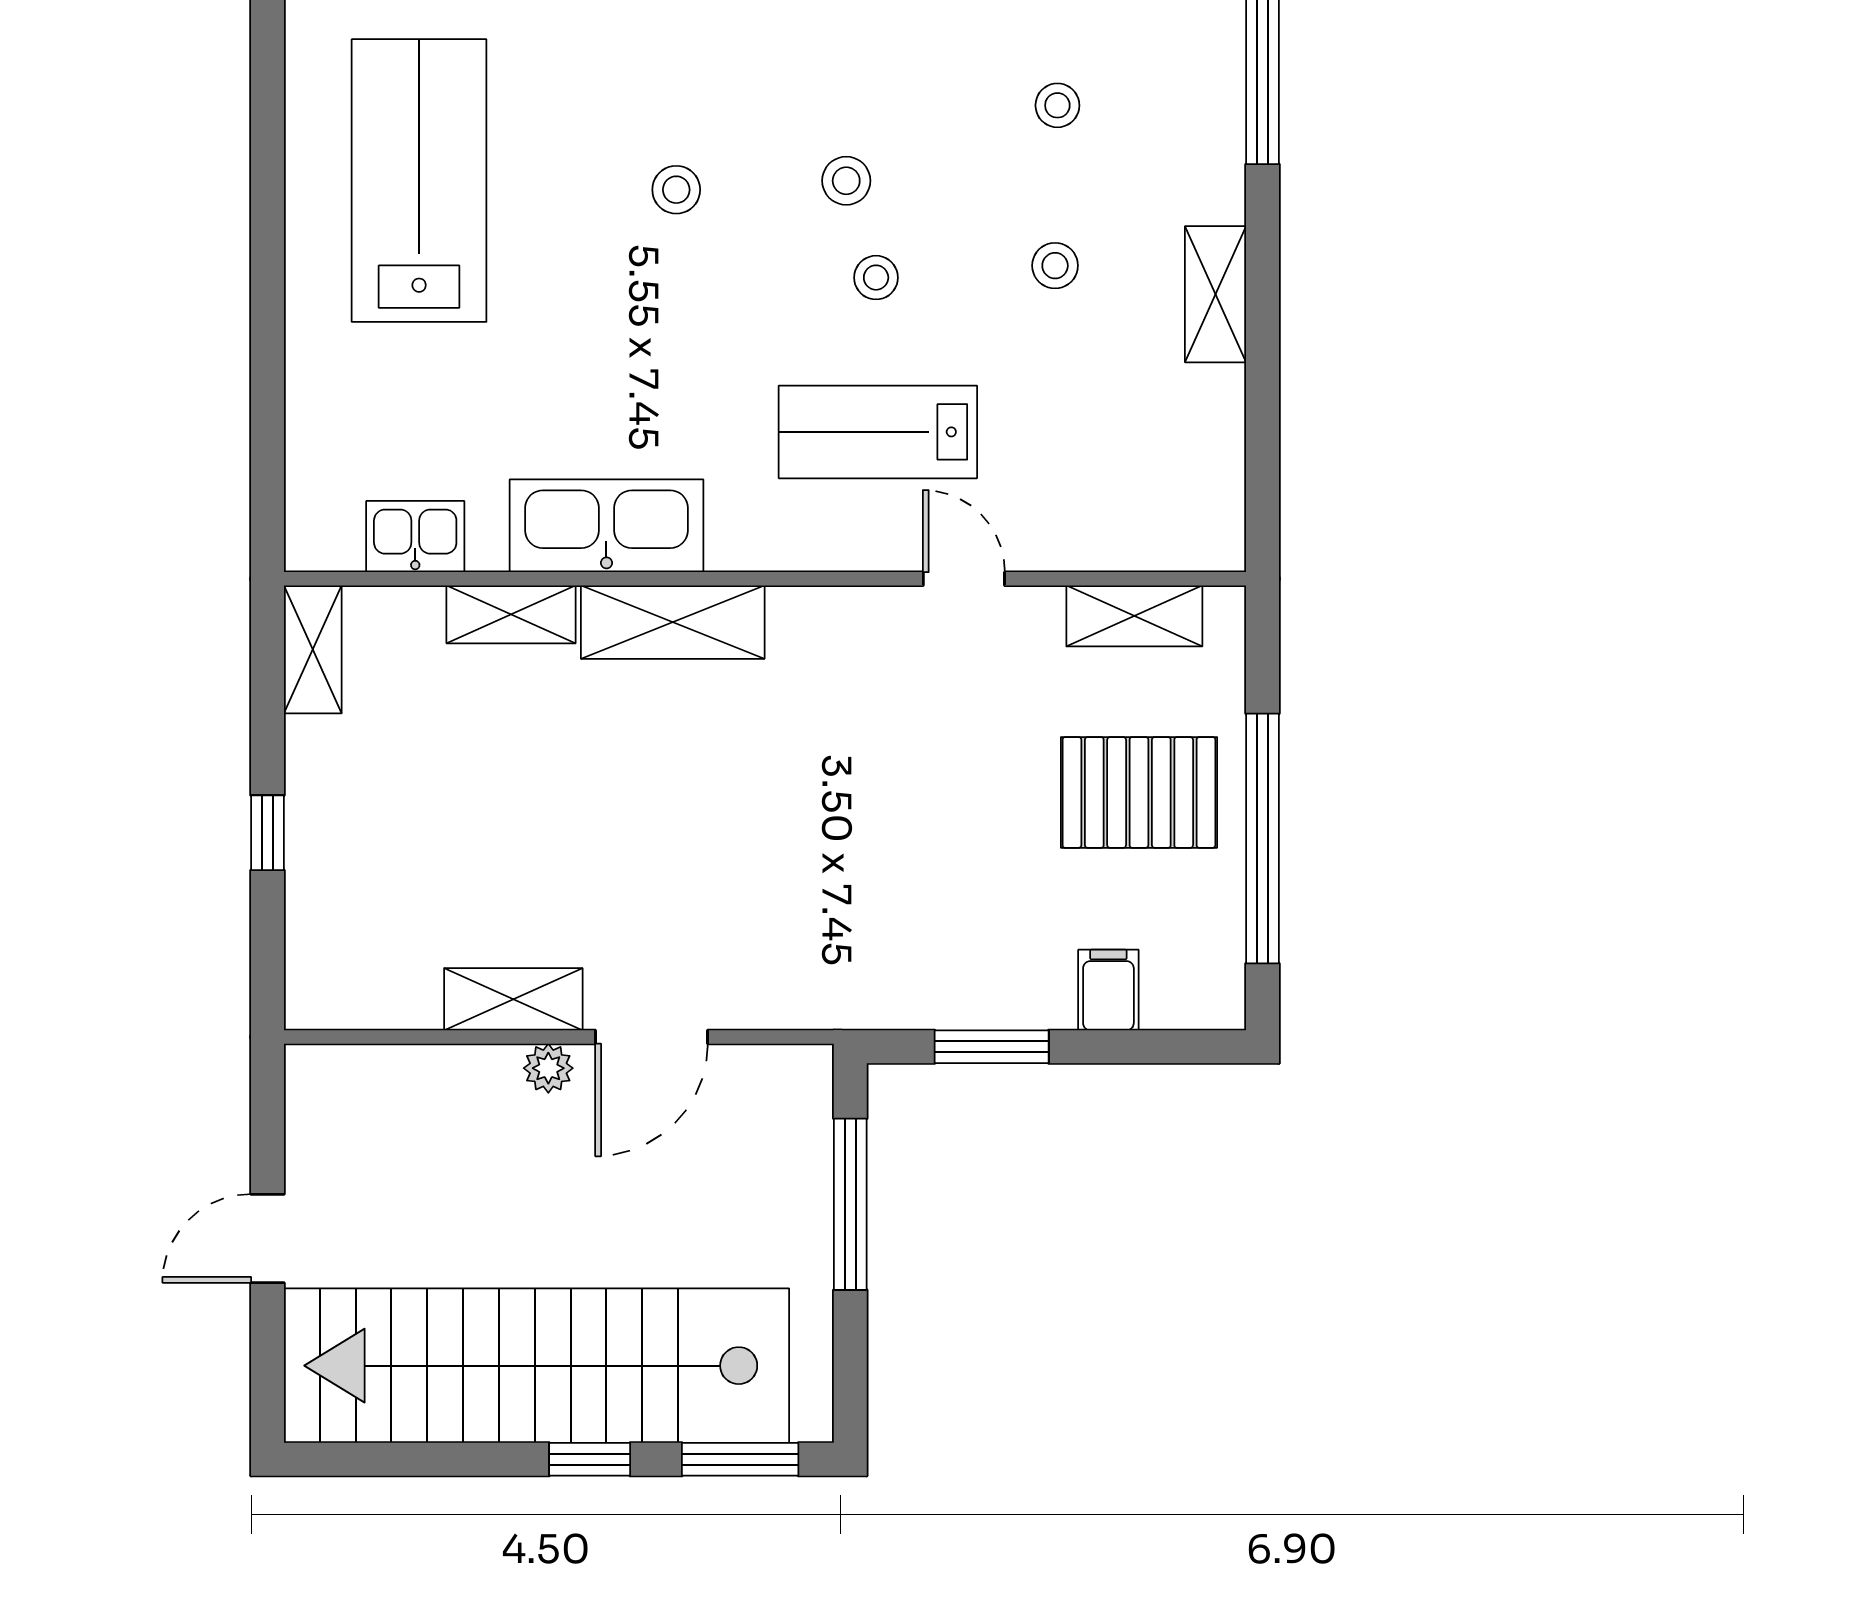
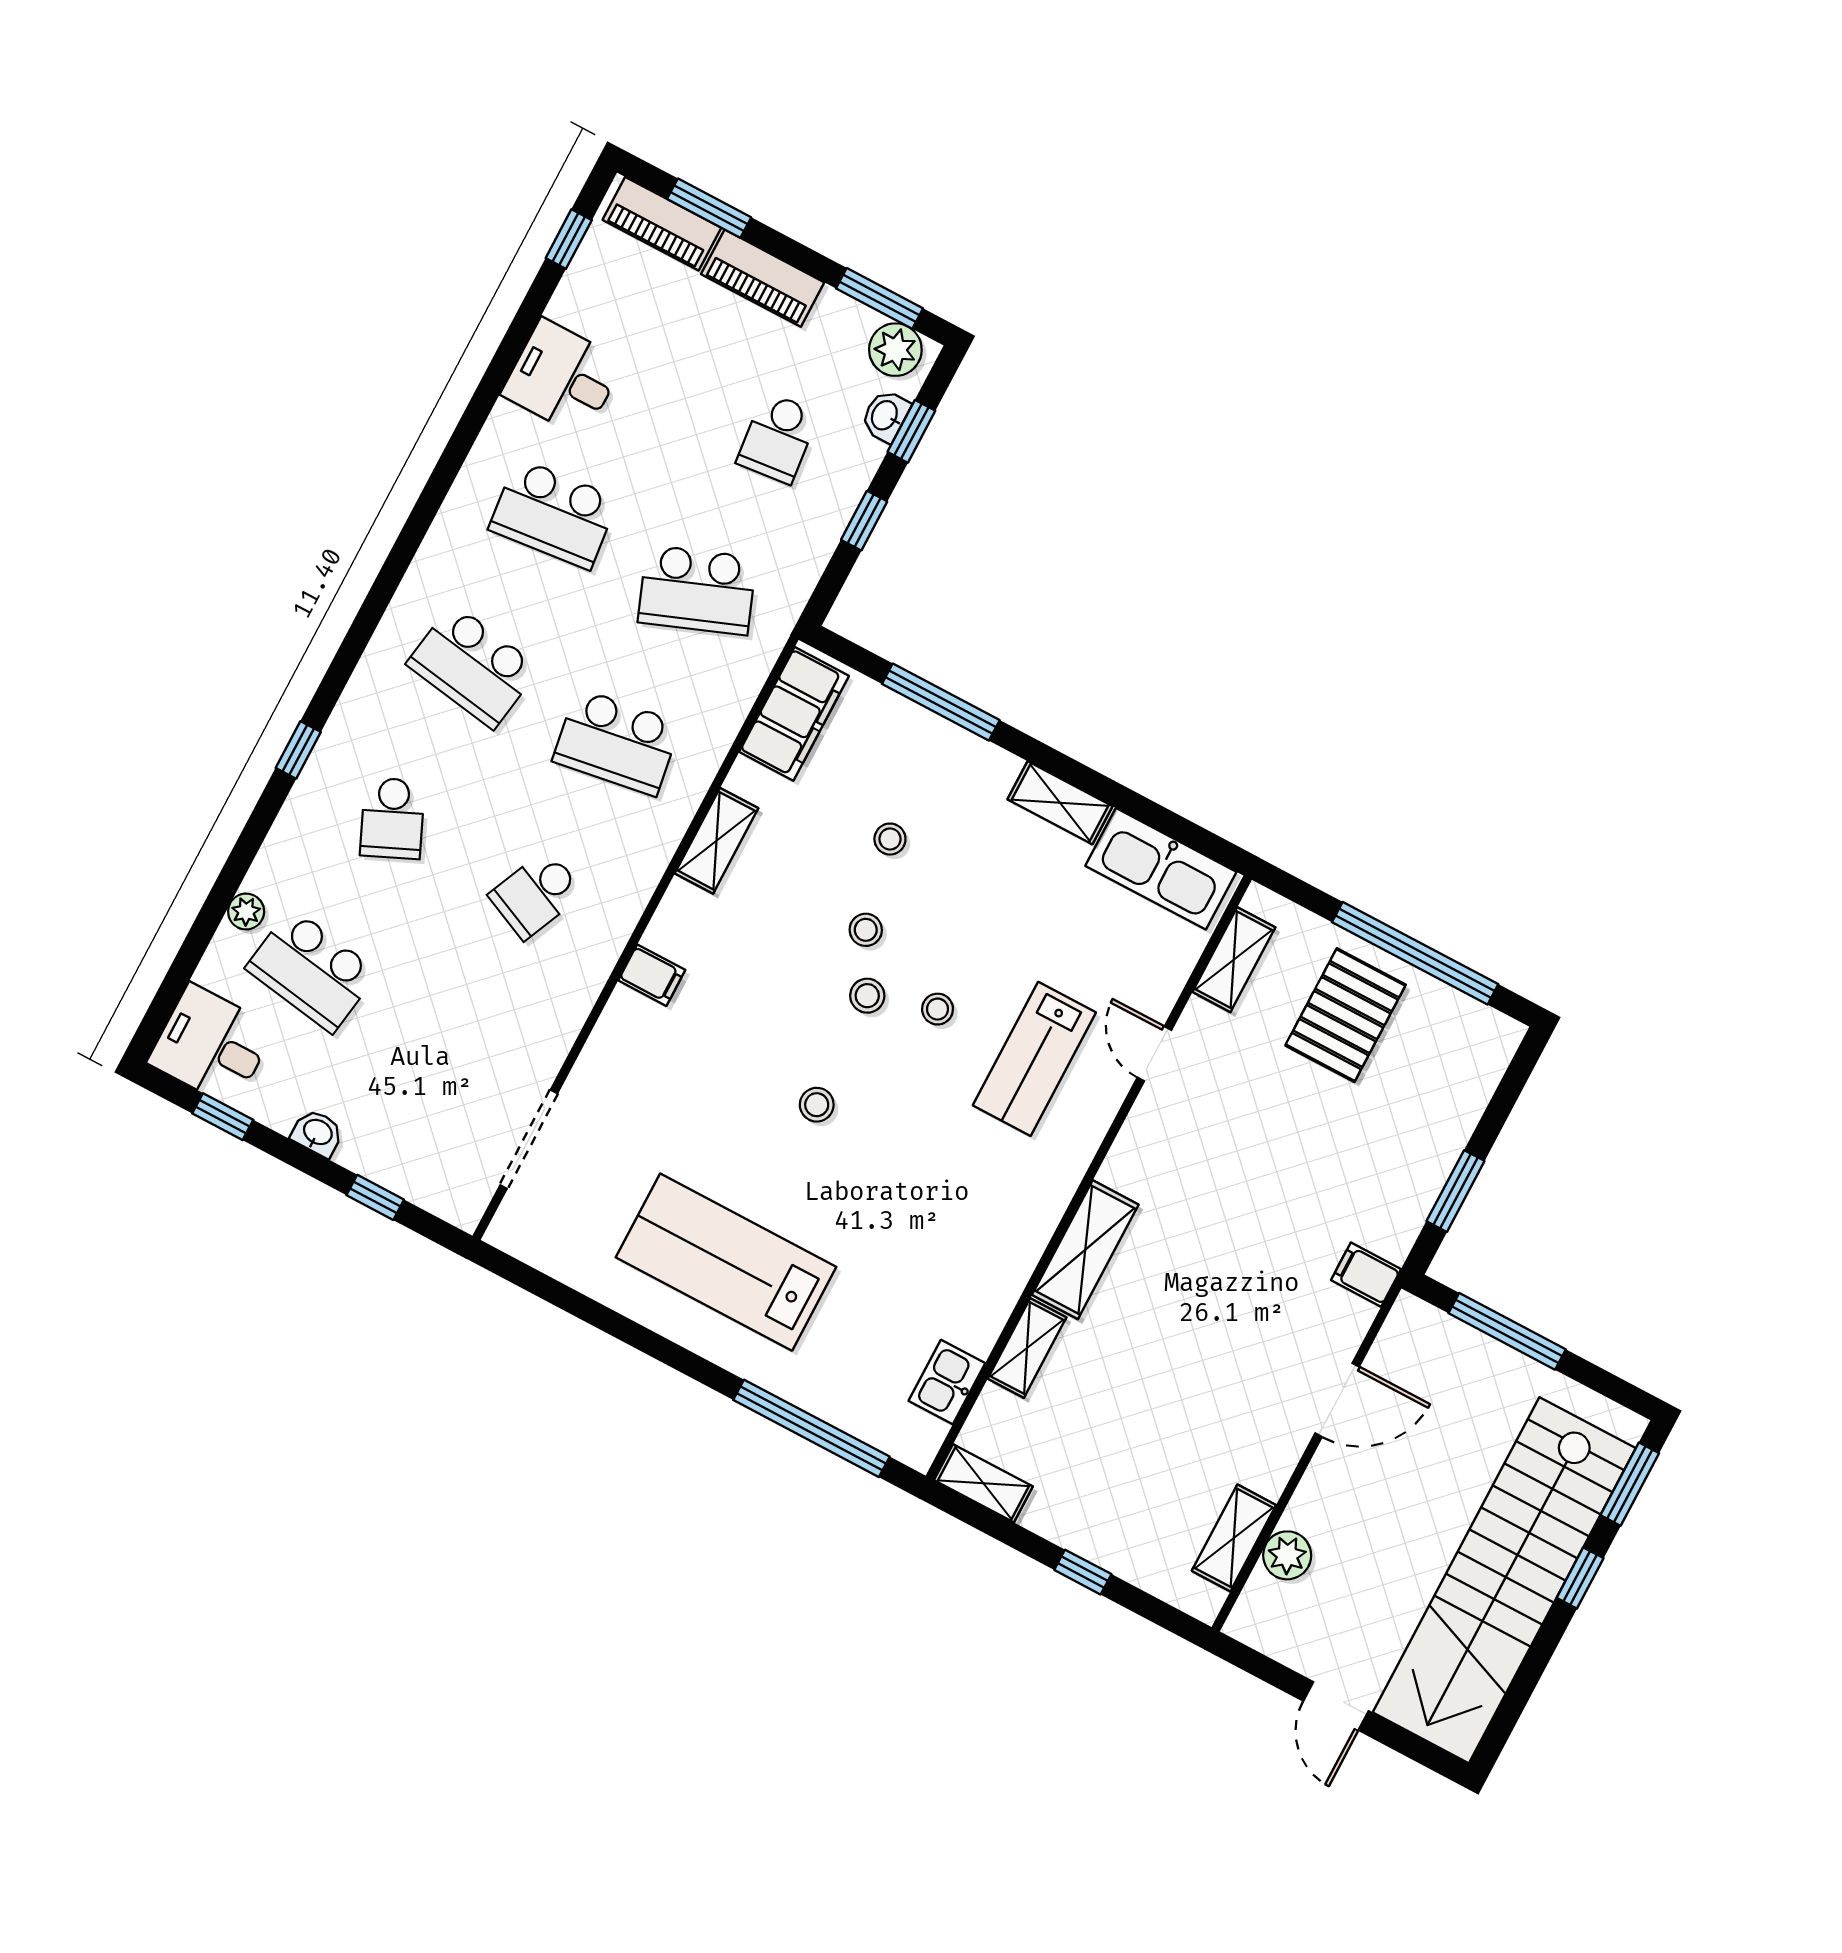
stool: (1055, 266) -> (866, 930), moved
window: (268, 398) -> (811, 1428), added
kitchen sink: (606, 526) -> (1161, 869), moved, turned -90
door: (964, 579) -> (1154, 1054), hinge flipped
filing cabinet: (1108, 990) -> (1366, 1275), moved
shelving: (513, 999) -> (1234, 1538), moved
door: (652, 1037) -> (1337, 1400), hinge flipped
plant: (548, 1068) -> (1287, 1555), moved, width x1.38, depth x1.38

